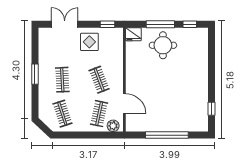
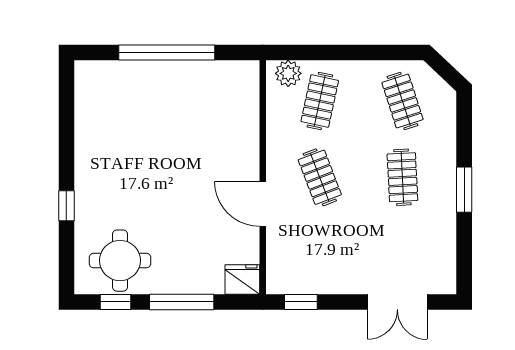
display table: (89, 42) -> (341, 263), removed
round table: (163, 45) -> (120, 261), moved
door: (124, 104) -> (263, 204), moved
window: (212, 109) -> (66, 206), moved

